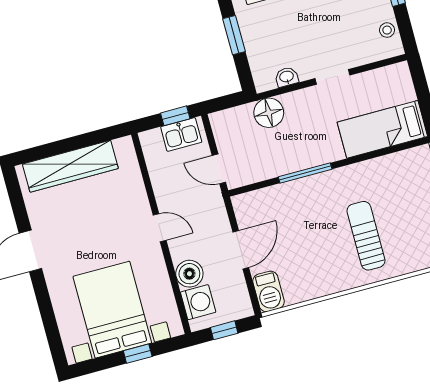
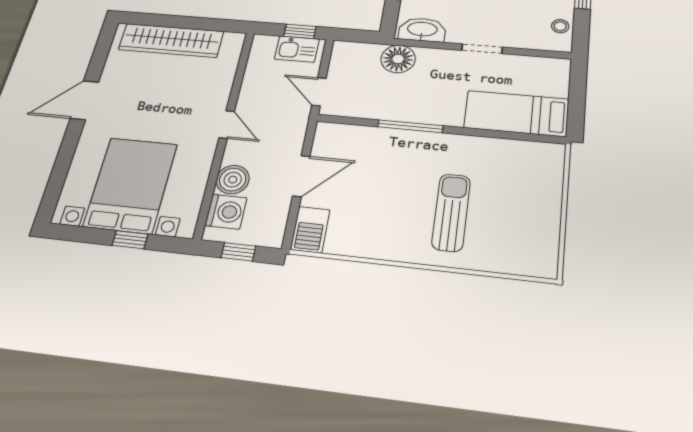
washbasin: (287, 77) -> (422, 30), width x1.91, depth x1.45

